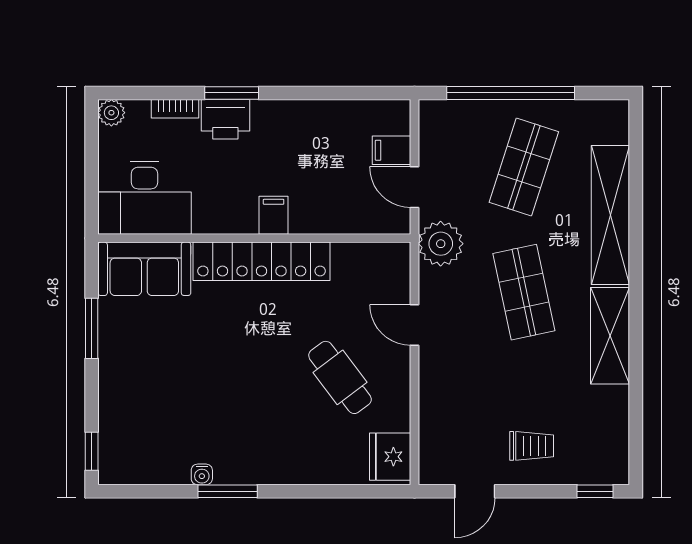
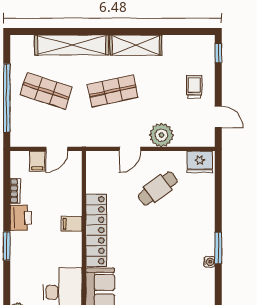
bookcase: (175, 109) -> (15, 191), moved
printer: (225, 119) -> (21, 218), moved
plant: (441, 244) -> (161, 135), moved

